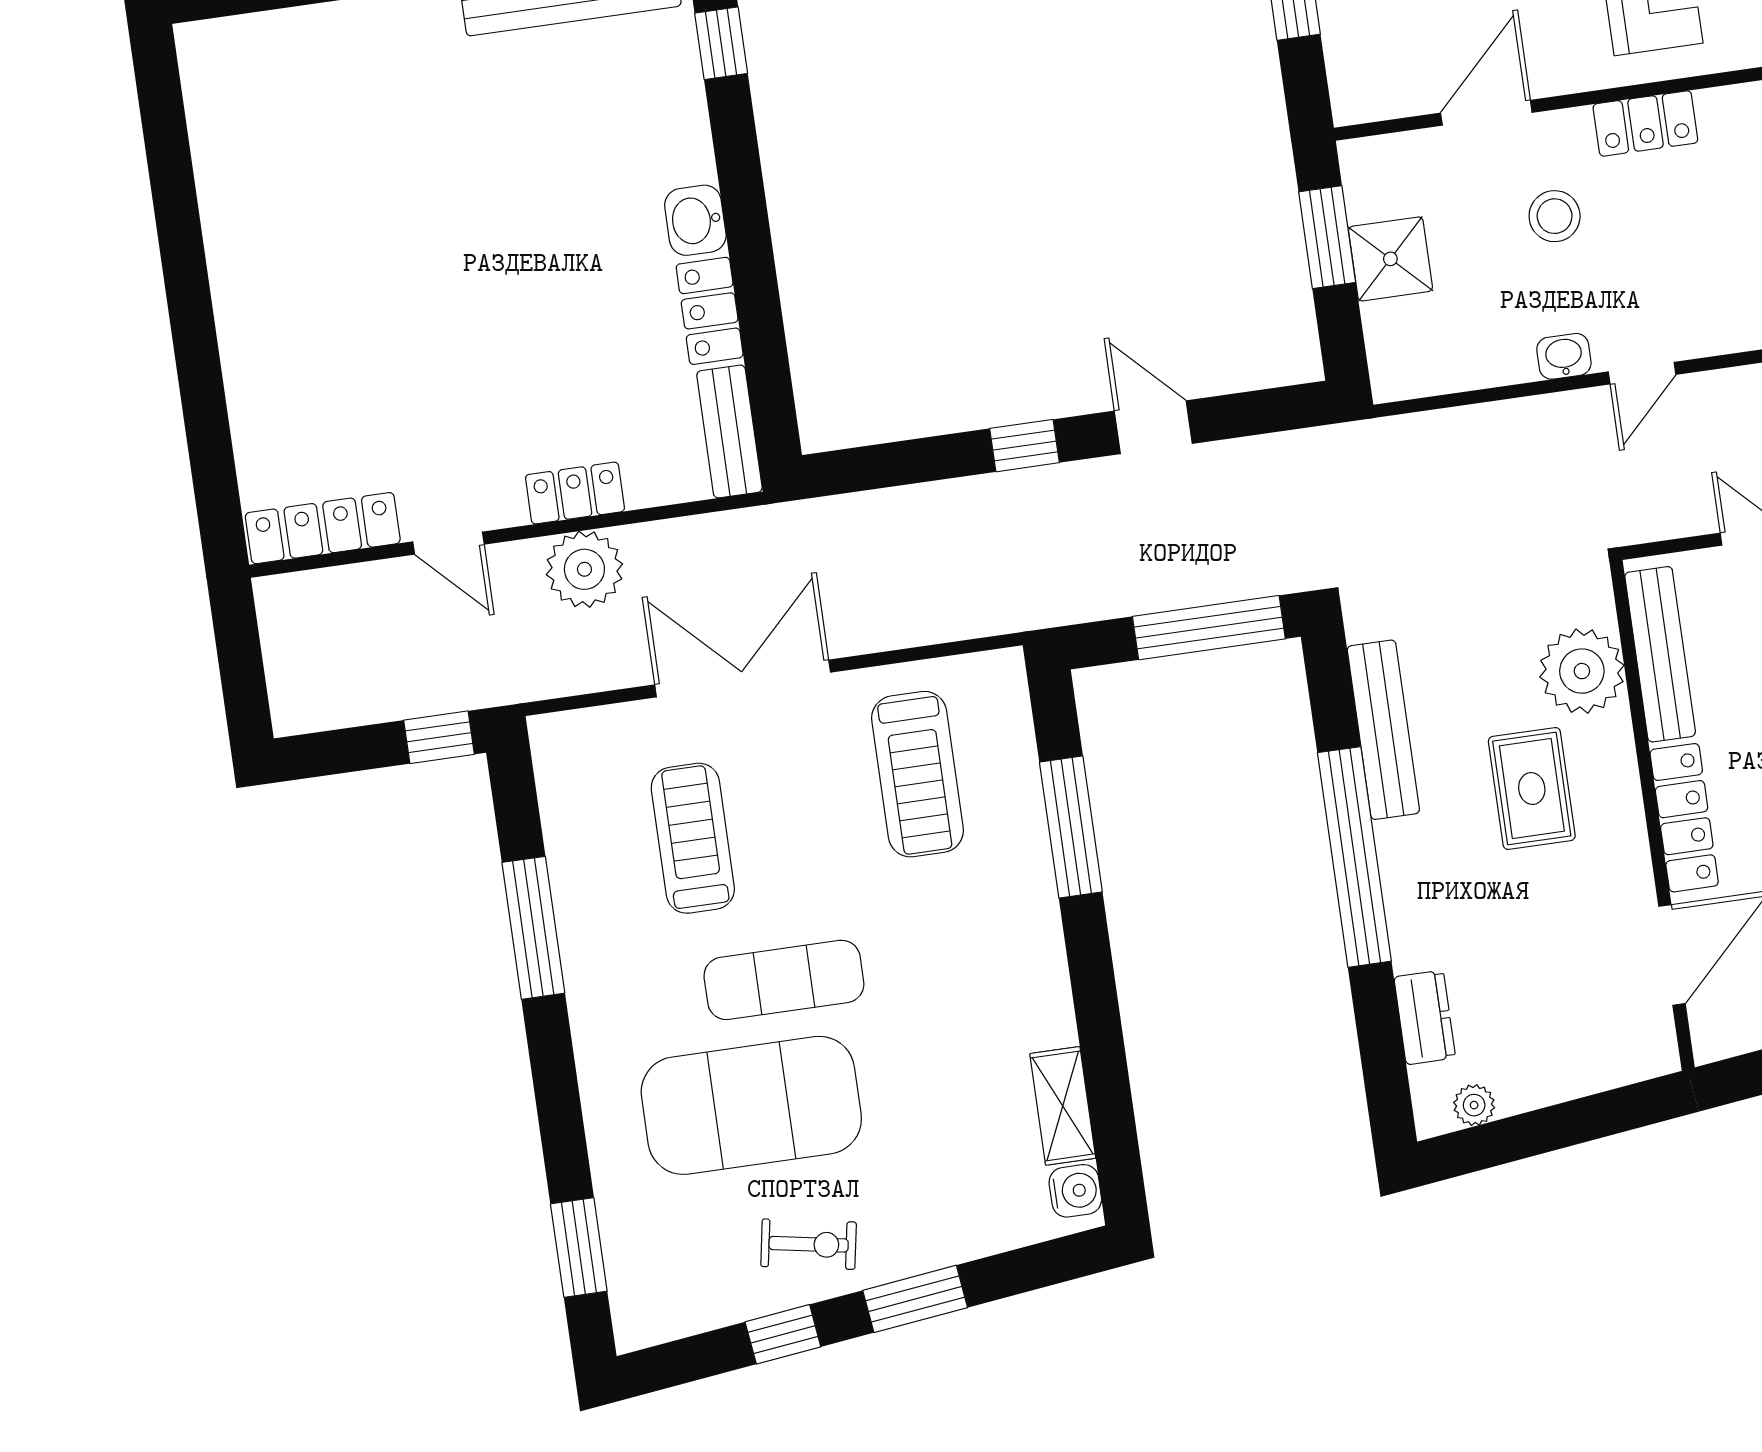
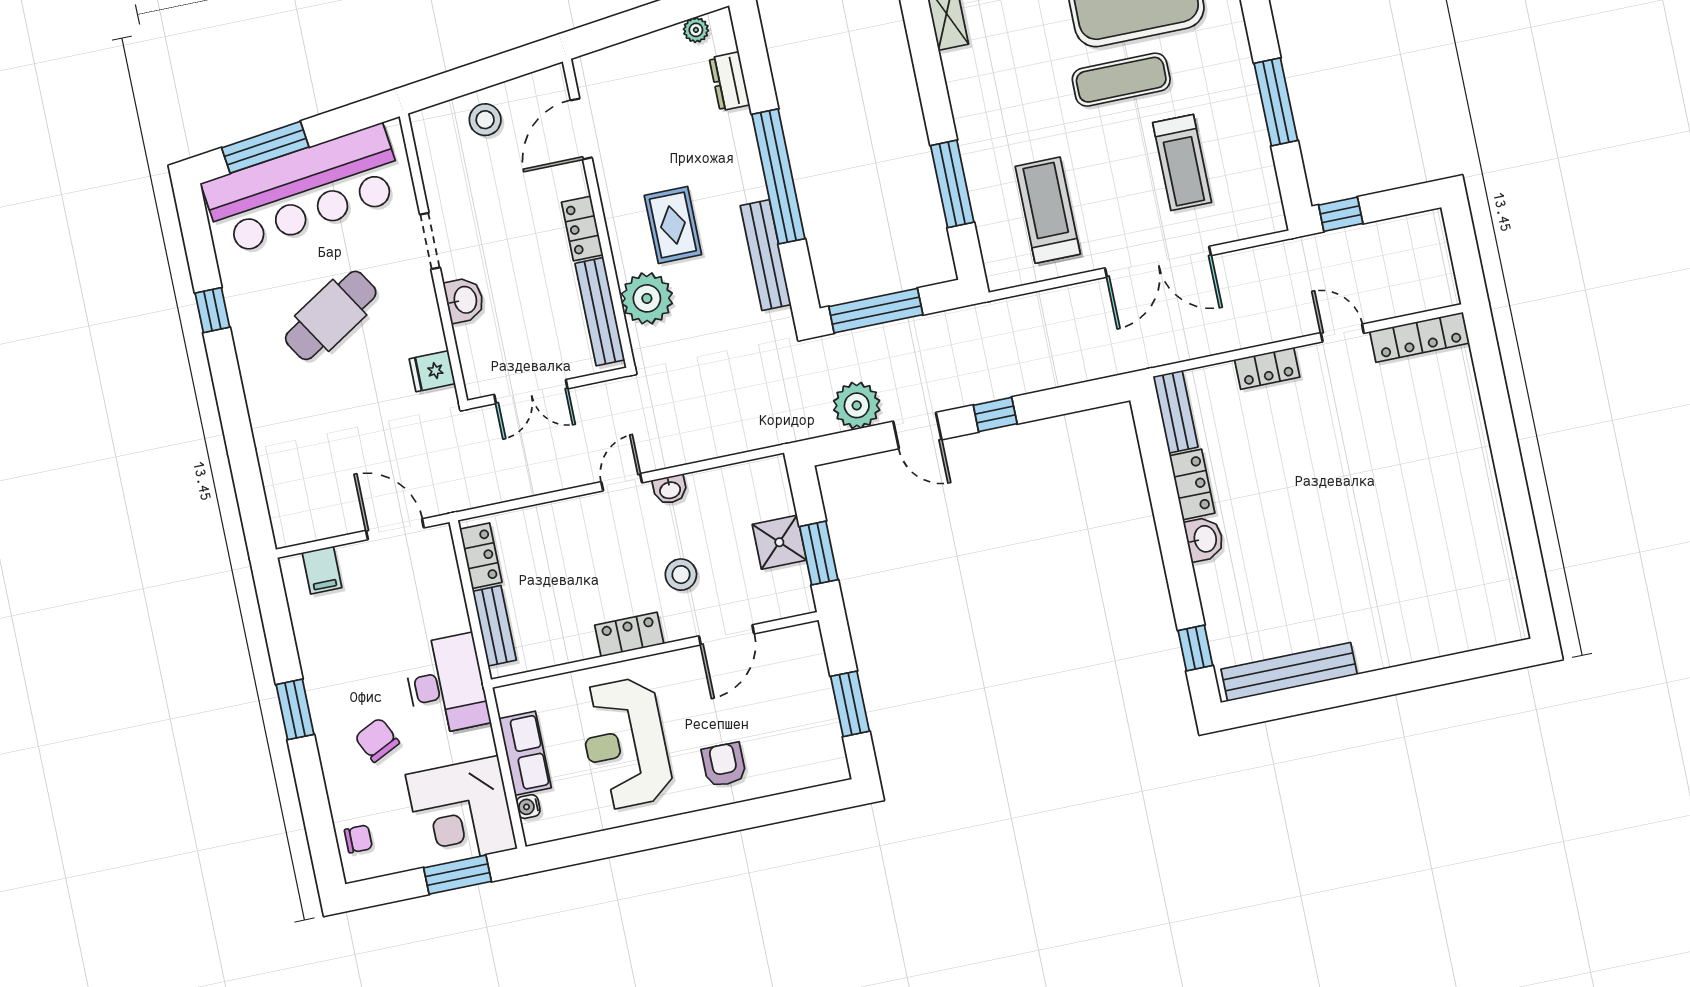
plant: (584, 569) -> (857, 405), moved
locker: (1684, 818) -> (582, 228), width x0.66

